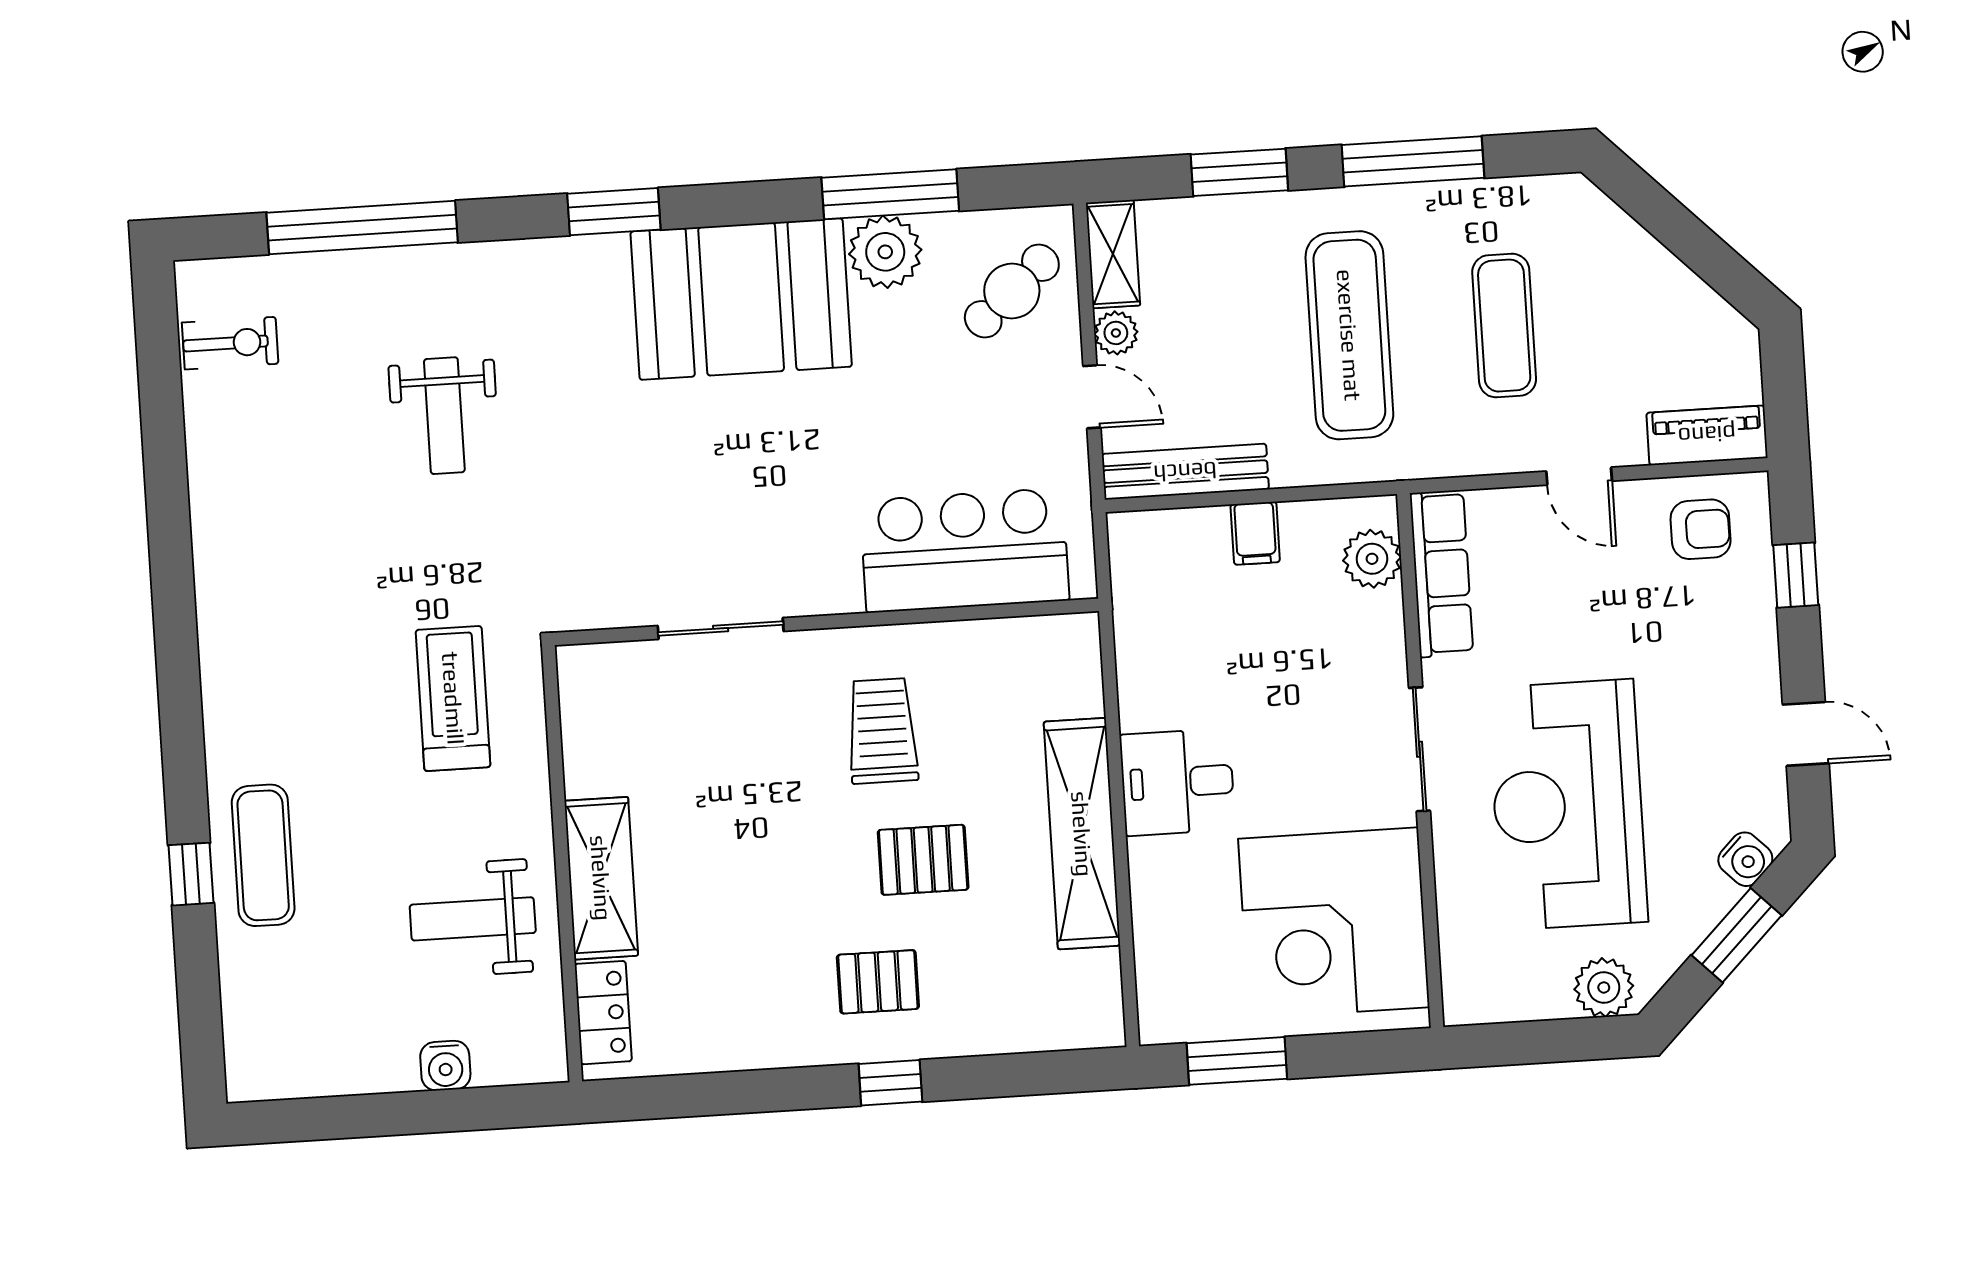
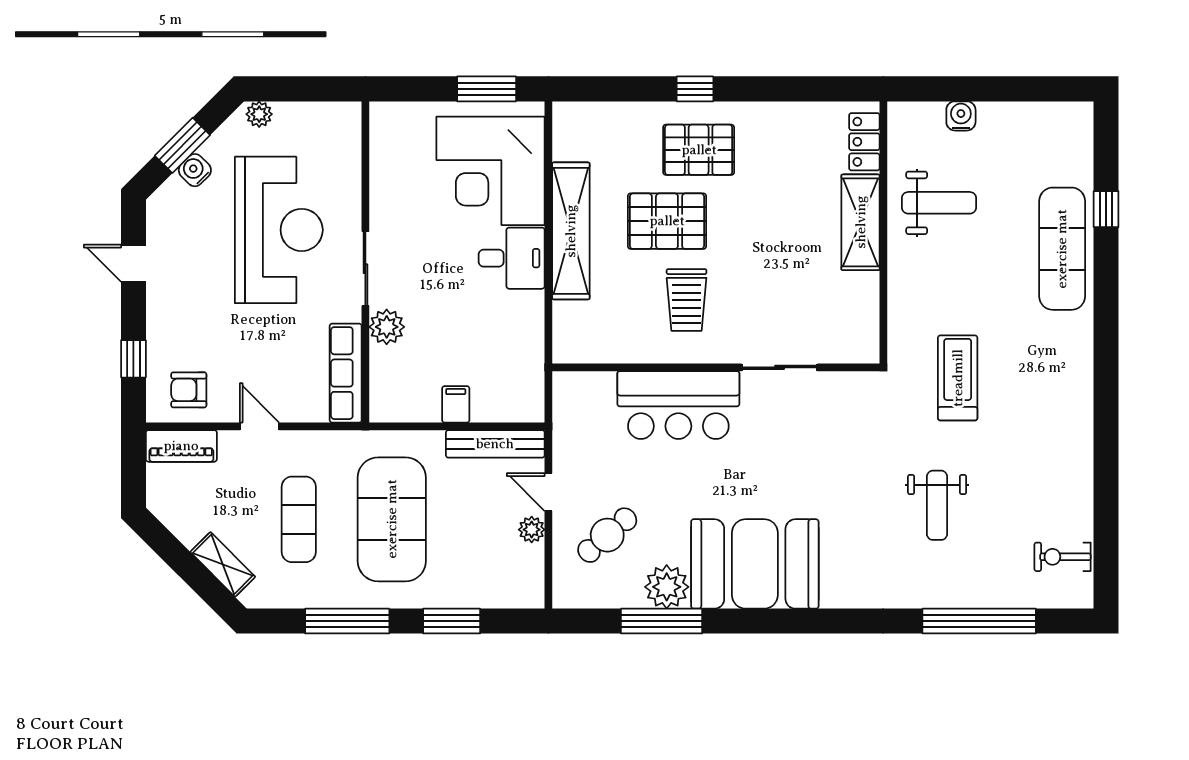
window: (614, 212) -> (828, 621), removed
shelving: (1113, 254) -> (223, 564), moved, turned -45
cafe table: (1012, 291) -> (607, 535), moved
exercise mat: (1349, 335) -> (392, 519), width x1.47
weight bench: (444, 416) -> (937, 505), turned 180
bar counter: (965, 550) -> (678, 405), moved
plant: (1372, 559) -> (387, 327), moved
treadmill: (453, 698) -> (958, 378), moved, turned 180
exercise mat: (263, 855) -> (1062, 249), width x1.36, depth x1.45
water cooler: (1745, 859) -> (195, 170), moved
pallet: (923, 860) -> (667, 221), width x1.50, depth x1.42
window: (191, 874) -> (1106, 209), moved
corner desk: (1334, 923) -> (491, 171), moved, turned 180
pallet: (878, 982) -> (699, 150), width x1.50, depth x1.42
plant: (1604, 987) -> (259, 114), width x0.73, depth x0.73

